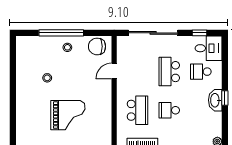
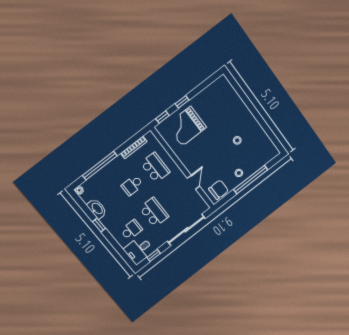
washbasin: (215, 100) -> (97, 209), moved
school desk: (137, 110) -> (155, 168), turned 180
school desk: (169, 110) -> (132, 185), turned 180
grand piano: (68, 115) -> (186, 126), moved

